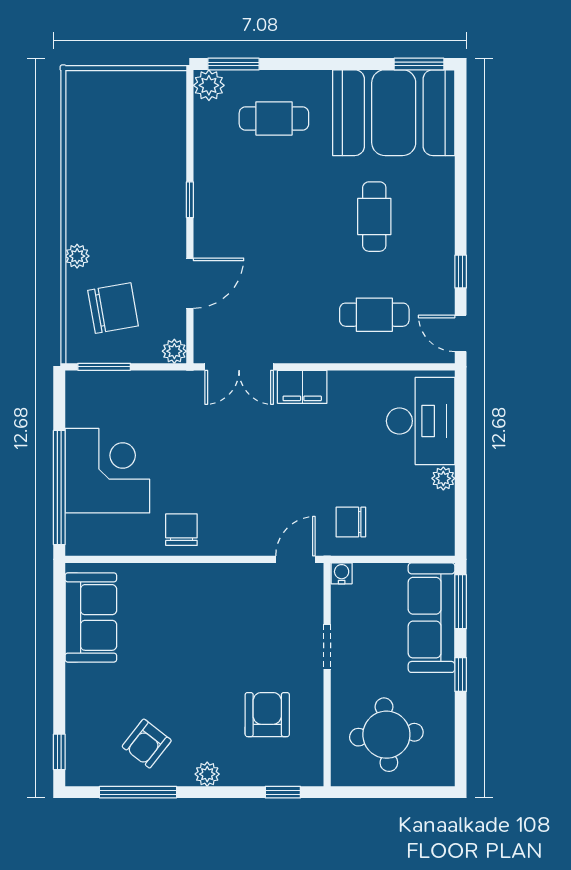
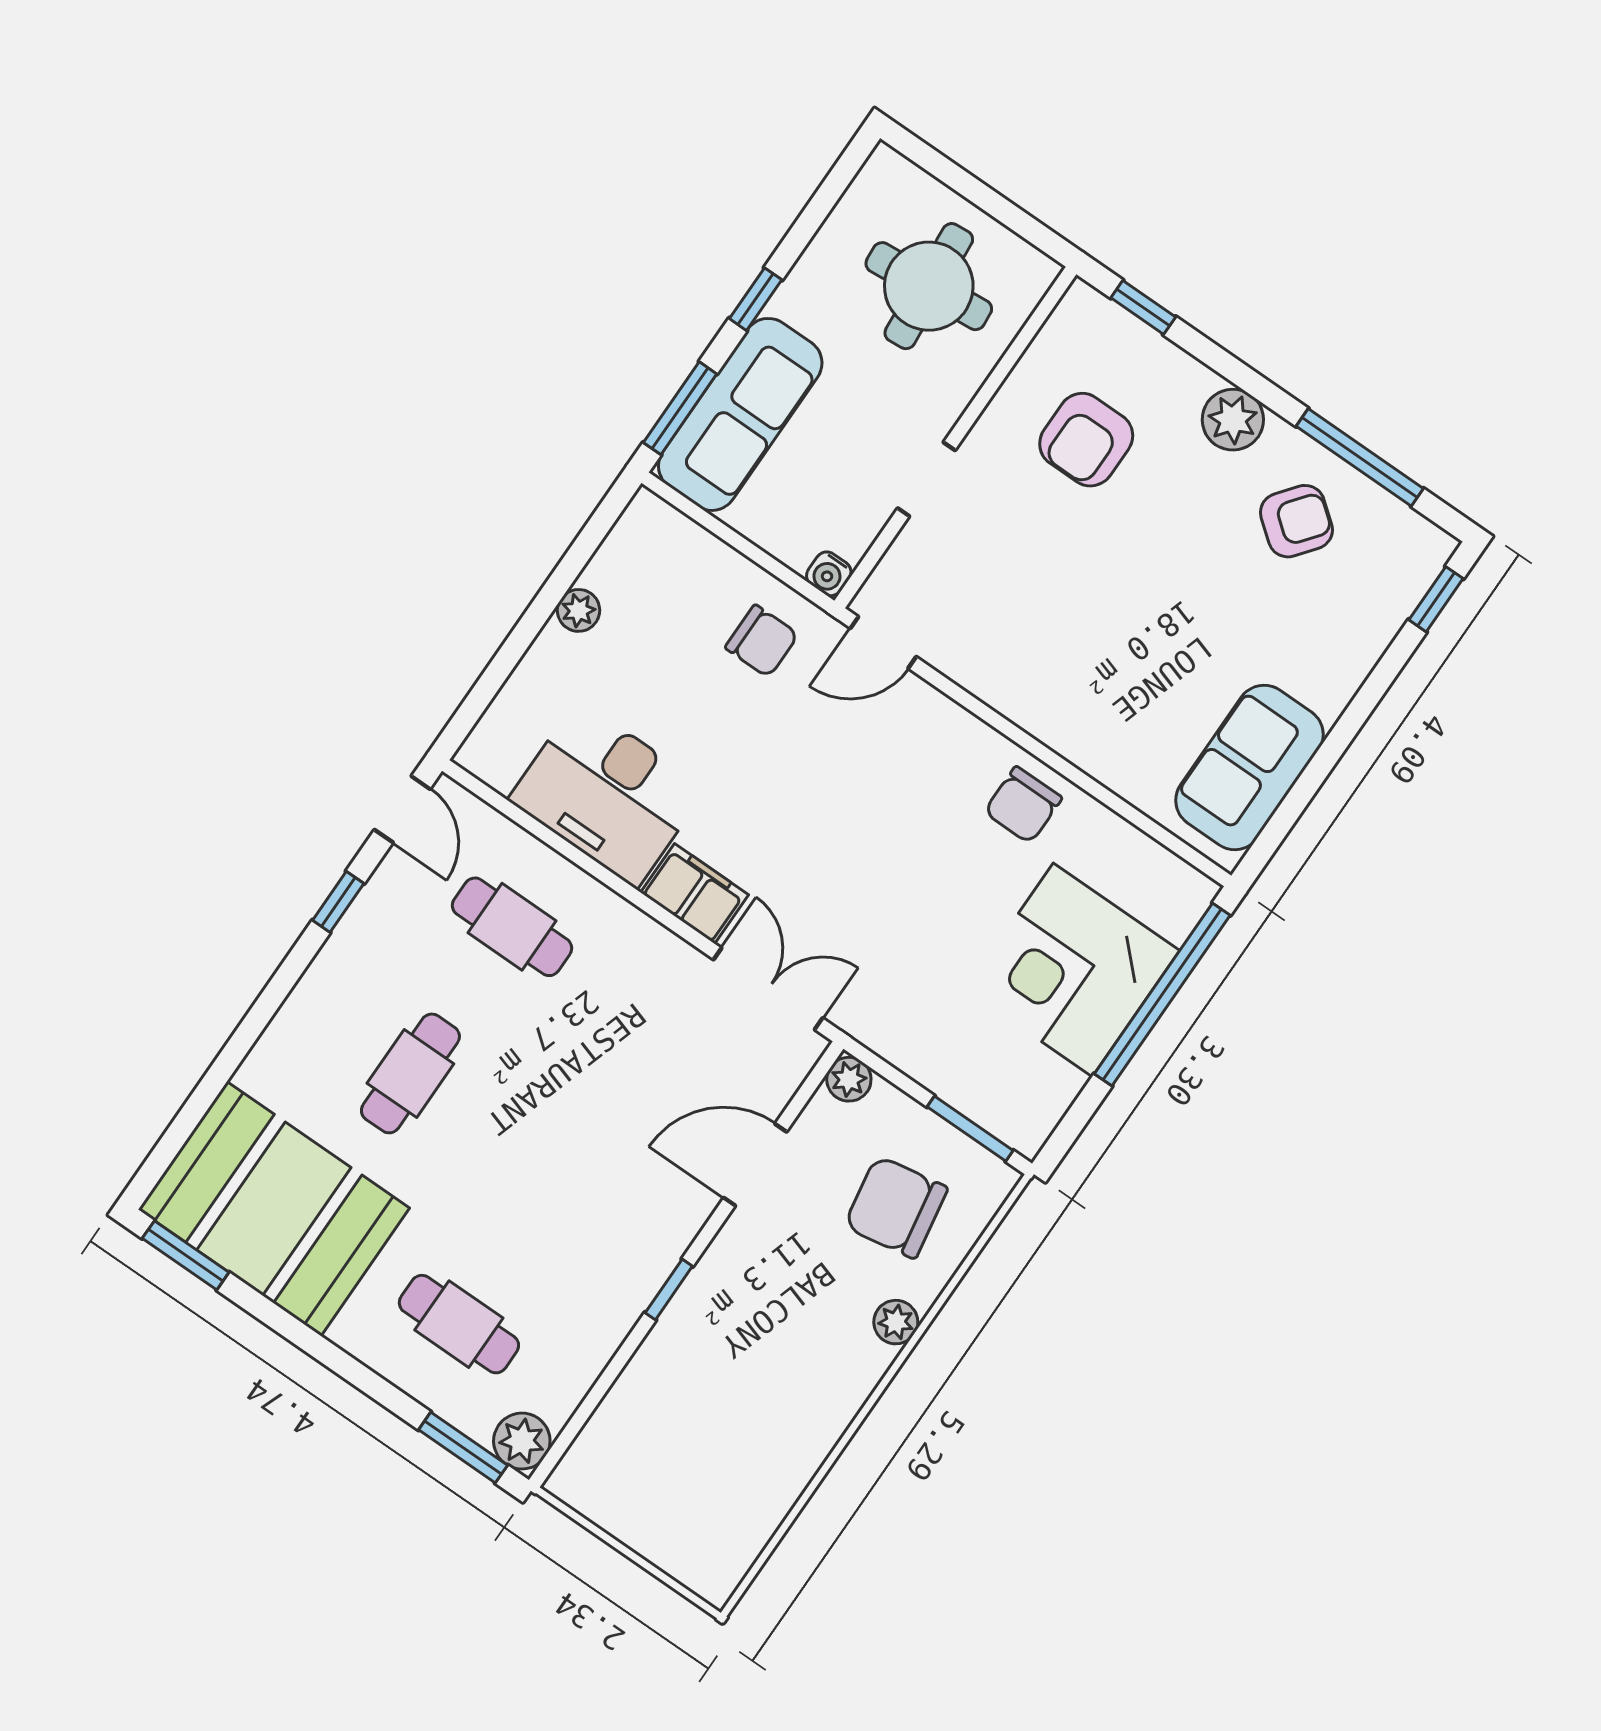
desk: (421, 421) -> (607, 794), moved, turned -90
plant: (207, 774) -> (1233, 420), width x1.38, depth x1.38

